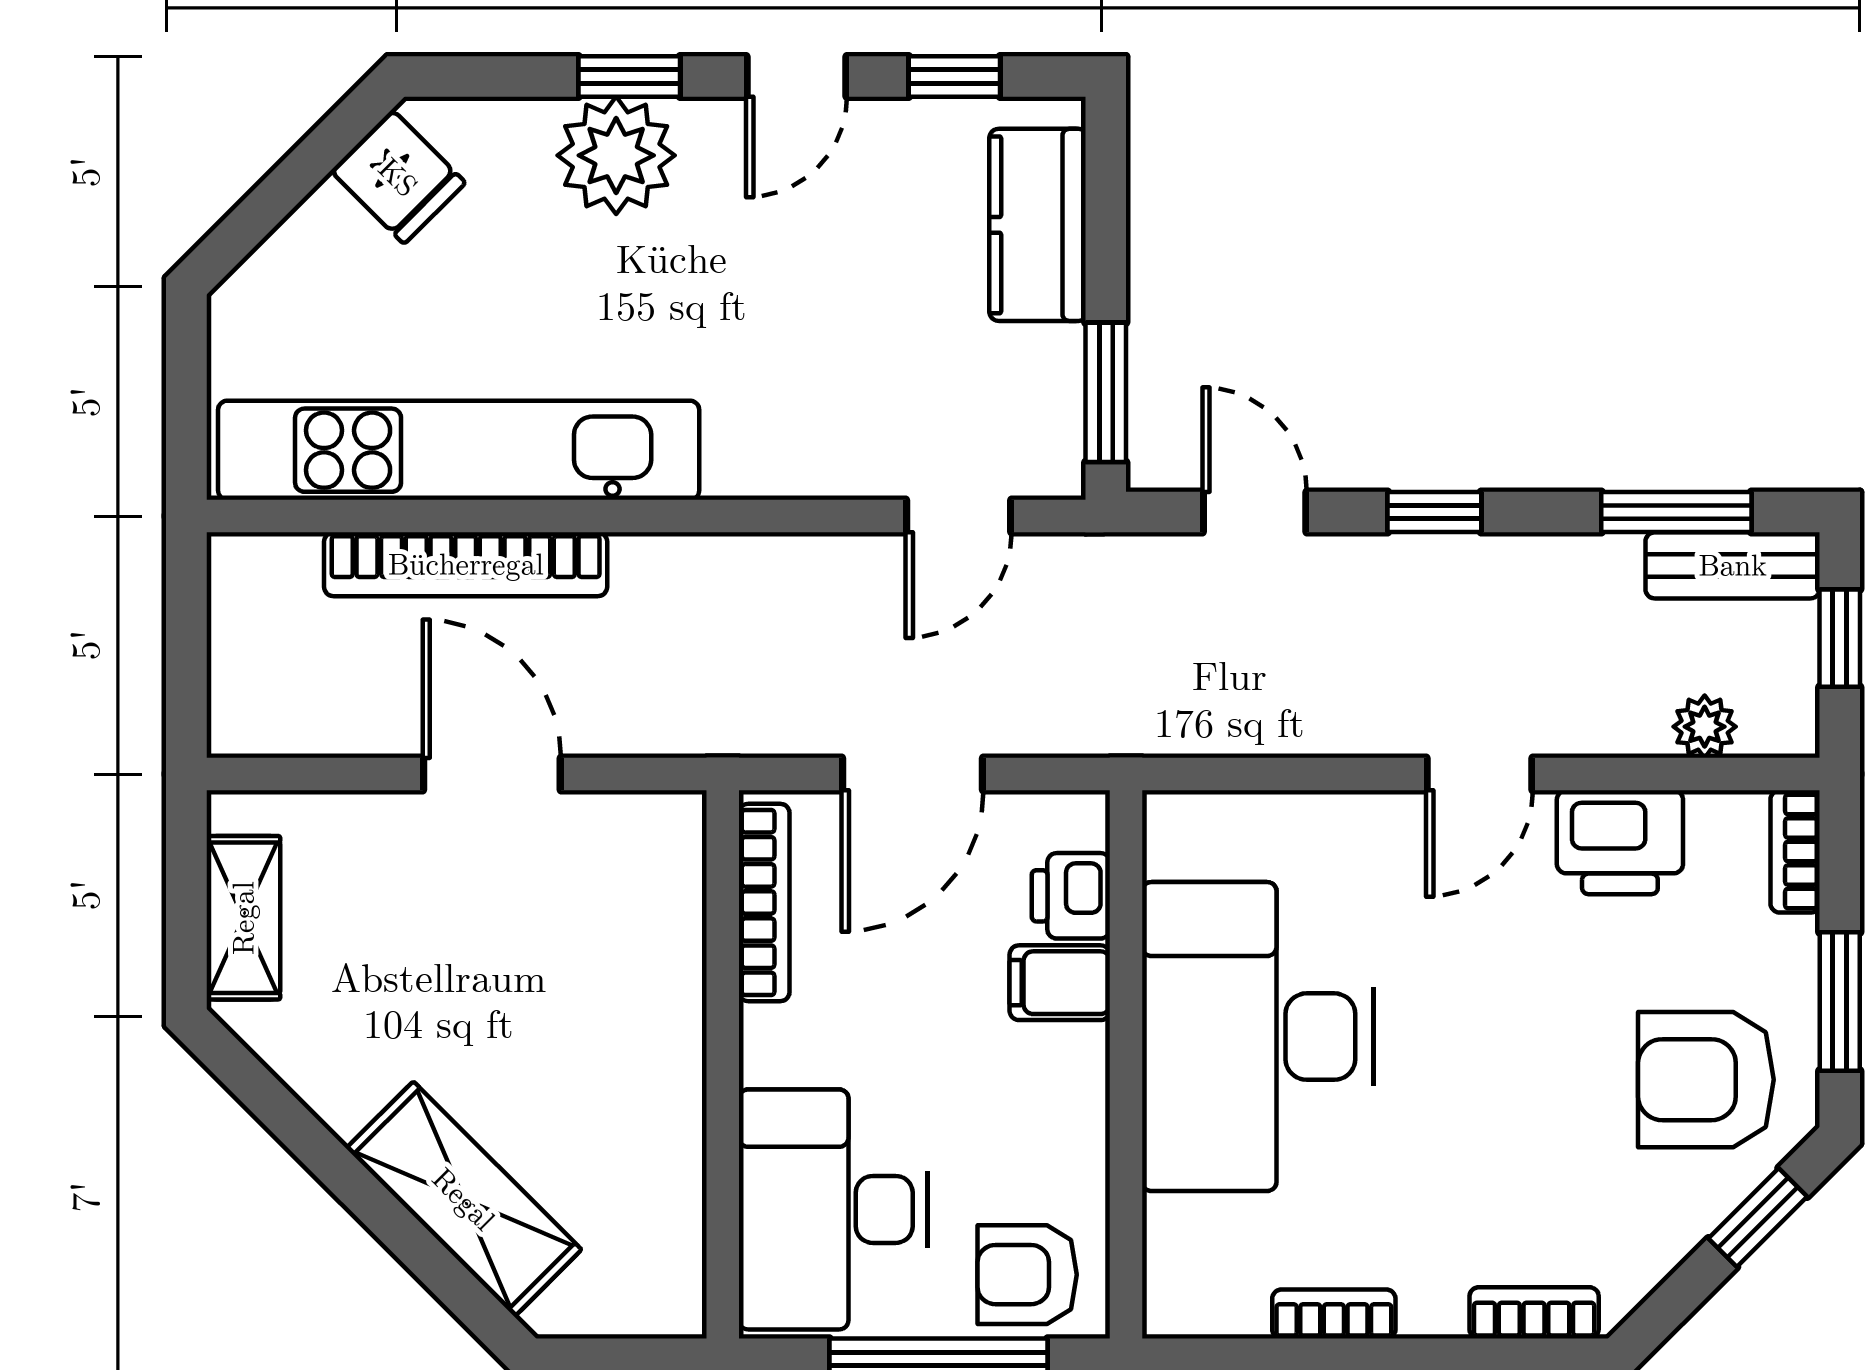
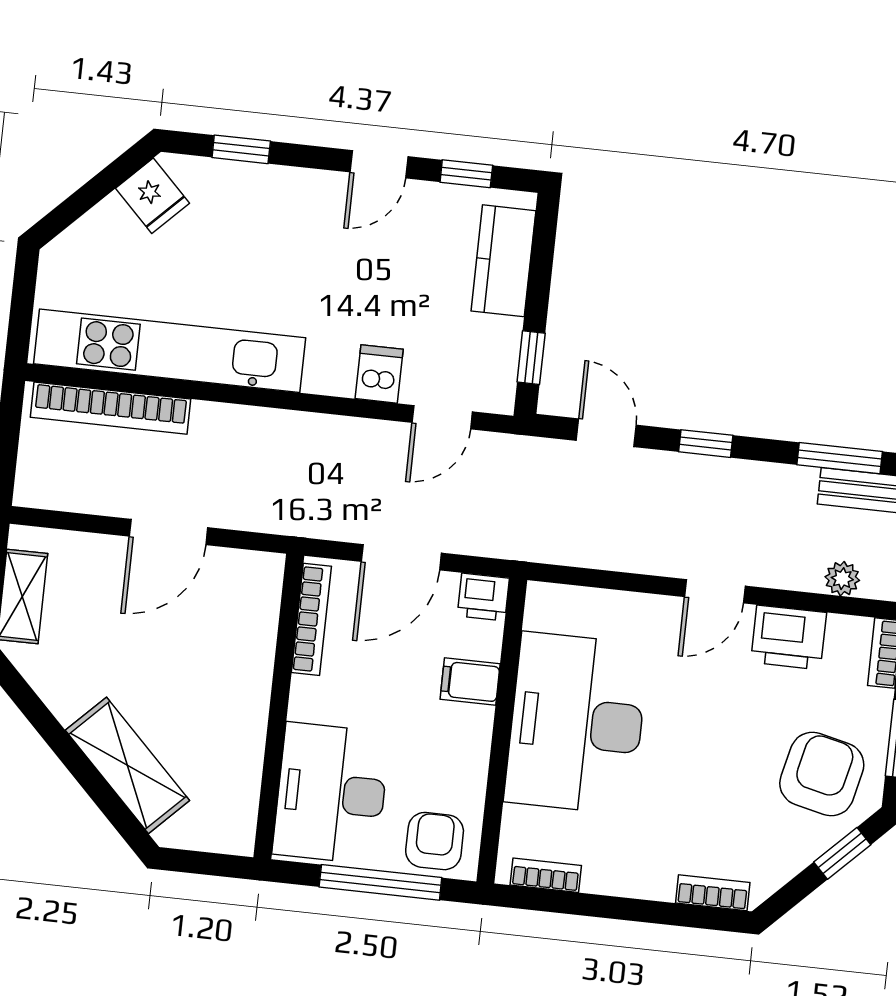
window: (629, 76) -> (241, 149), moved
plant: (616, 155) -> (274, 197), removed
window: (1106, 392) -> (531, 358), width x0.67
dishwasher: (837, 451) -> (379, 374), added
bookcase: (466, 564) -> (111, 408), moved
door: (492, 774) -> (168, 532), swing flipped
printer: (1071, 896) -> (483, 597), moved, turned -90
armchair: (1706, 1080) -> (822, 774), turned 103
armchair: (1027, 1275) -> (435, 841), turned 90
bookcase: (1334, 1314) -> (546, 875), moved

